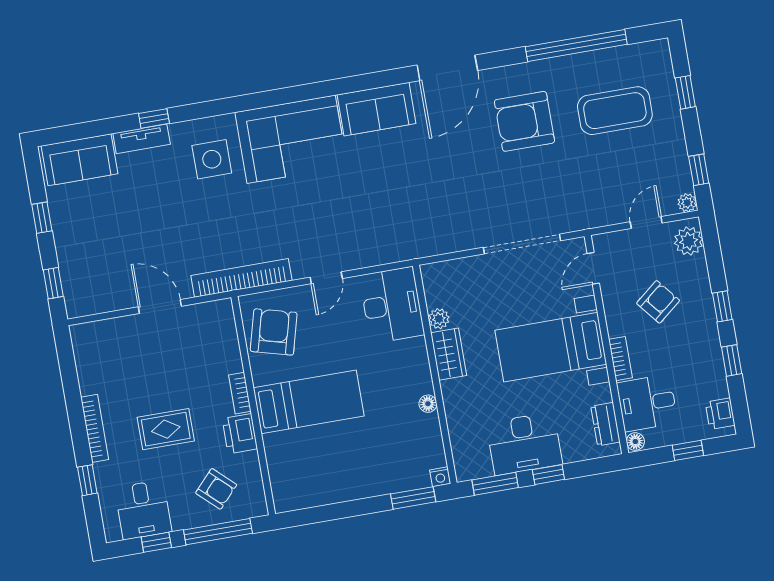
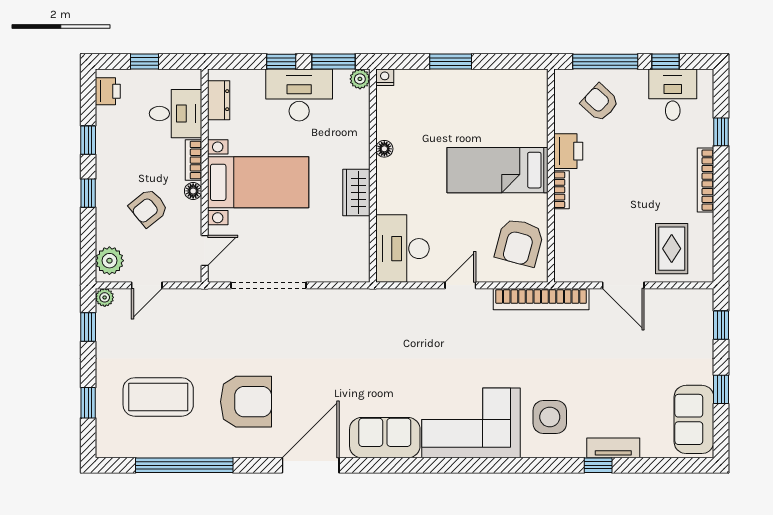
sofa: (80, 160) -> (694, 419), moved, turned -90
plant: (439, 319) -> (360, 79), moved
rug: (166, 429) -> (672, 249), moved, turned 90
floor lamp: (635, 442) -> (193, 191), moved
window: (413, 498) -> (451, 62), moved

